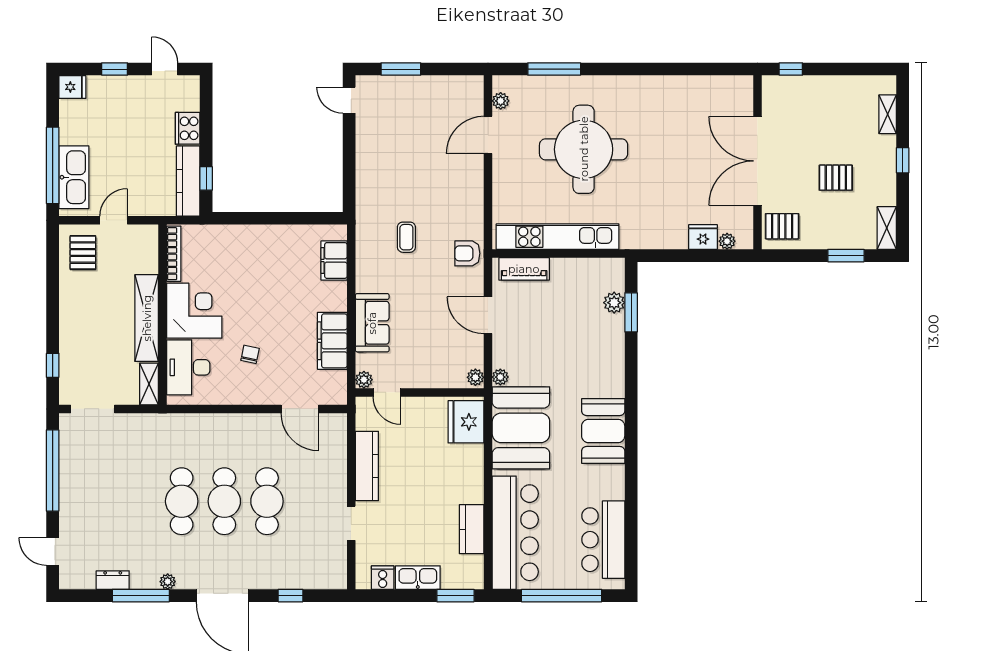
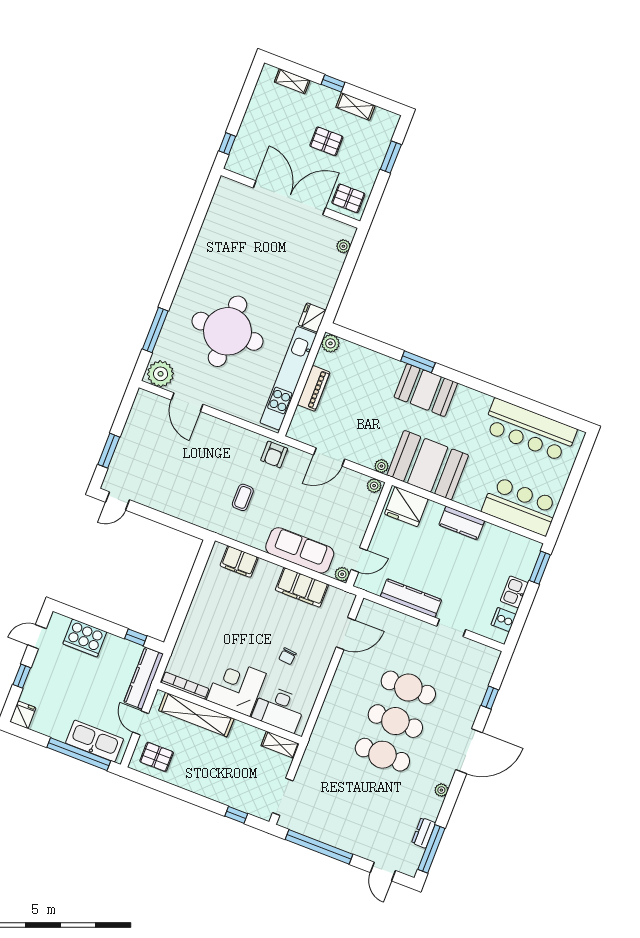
plant: (501, 101) -> (161, 374), width x1.88, depth x1.88
cooker: (188, 128) -> (85, 638), width x1.37, depth x1.31
double door: (757, 161) -> (289, 198), swing flipped
pallet: (836, 178) -> (326, 141), turned 90
kitchen counter: (188, 181) -> (143, 678), moved, turned 90
pallet: (782, 226) -> (348, 198), turned 90
shelving: (887, 228) -> (356, 106), moved
coffee table: (406, 237) -> (243, 497), turned 90
fridge: (703, 237) -> (312, 317), moved
piano: (524, 269) -> (314, 388), moved
plant: (614, 303) -> (330, 343), moved
window: (631, 312) -> (418, 362), moved
shelving: (147, 318) -> (196, 715), moved
sofa: (372, 323) -> (300, 550), width x1.36
chair: (250, 354) -> (287, 656), turned -96
booth: (603, 431) -> (426, 390), moved
kitchen counter: (472, 529) -> (462, 523), moved
bar counter: (515, 533) -> (520, 506), width x0.73
bar counter: (603, 540) -> (530, 430), width x1.36
door: (53, 551) -> (383, 871), hinge flipped
kitchen sink: (418, 578) -> (514, 592), width x0.73
window: (141, 596) -> (431, 849), moved
window: (562, 596) -> (572, 484), removed

